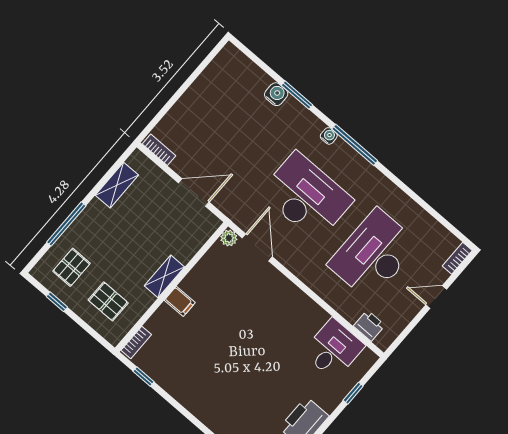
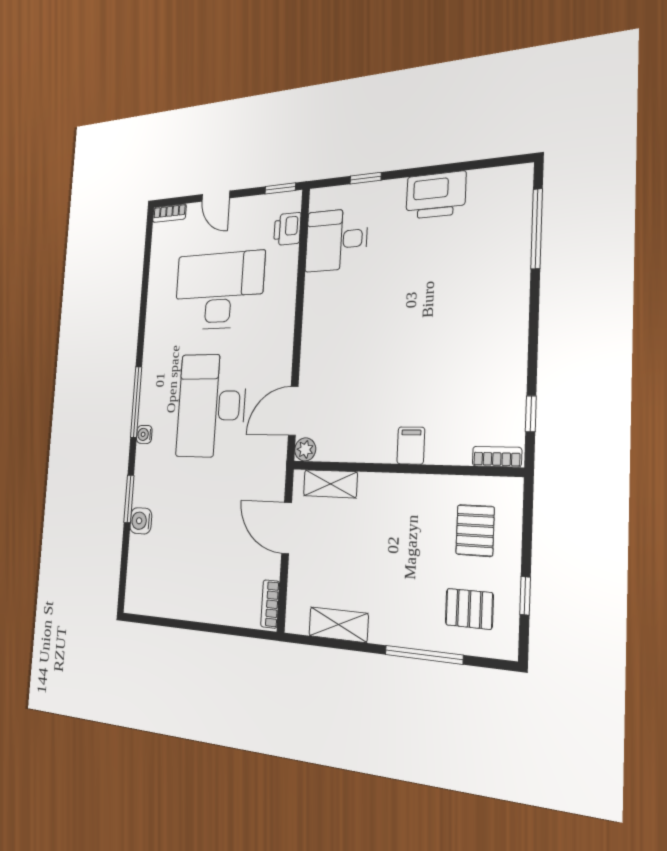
desk: (373, 254) -> (219, 291), turned 180
shelving: (164, 276) -> (330, 484), moved
window: (399, 340) -> (280, 188), added

